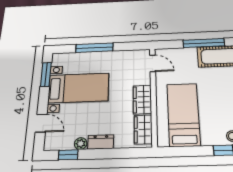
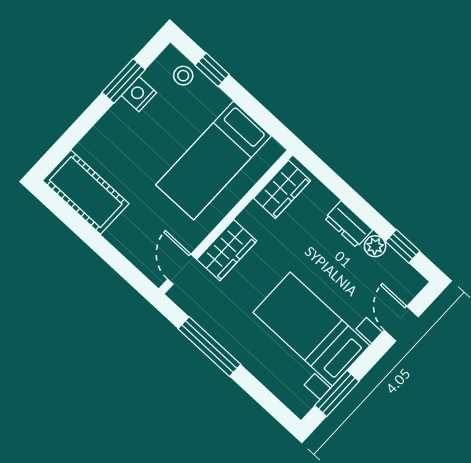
window: (204, 43) -> (85, 232), removed
window: (94, 48) -> (209, 347), moved
wardrobe: (142, 100) -> (227, 250), moved

